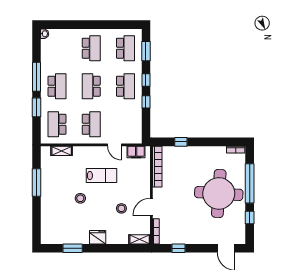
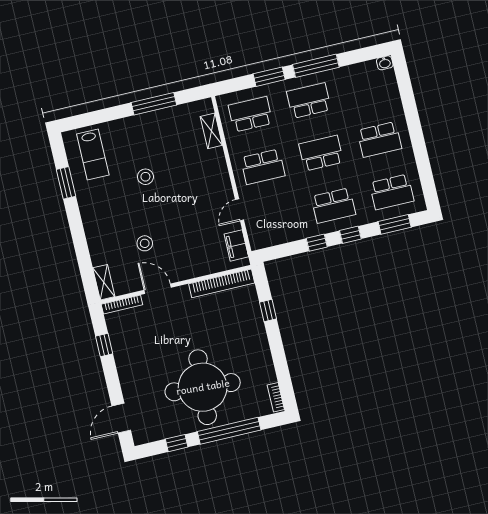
school desk: (57, 86) -> (309, 101), turned 180
lab bench: (101, 176) -> (93, 155), moved
fridge: (98, 237) -> (92, 217), removed

